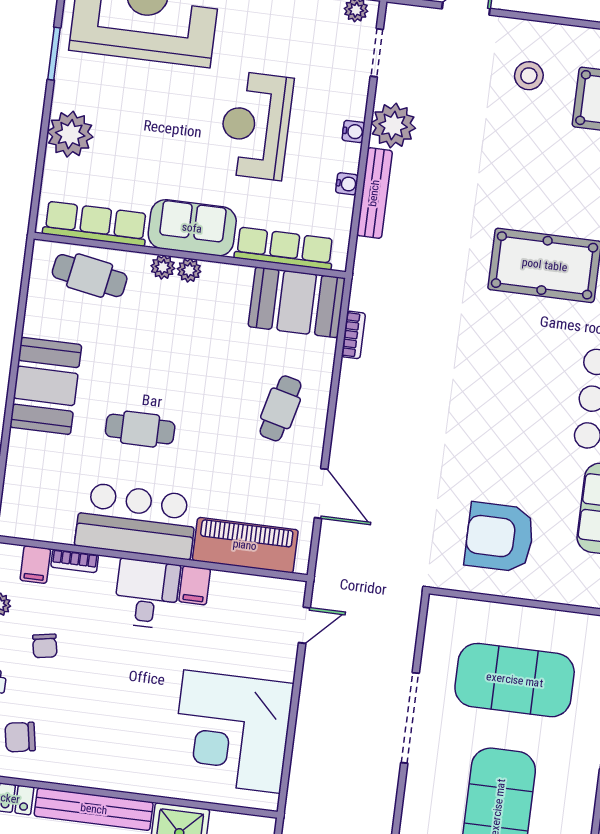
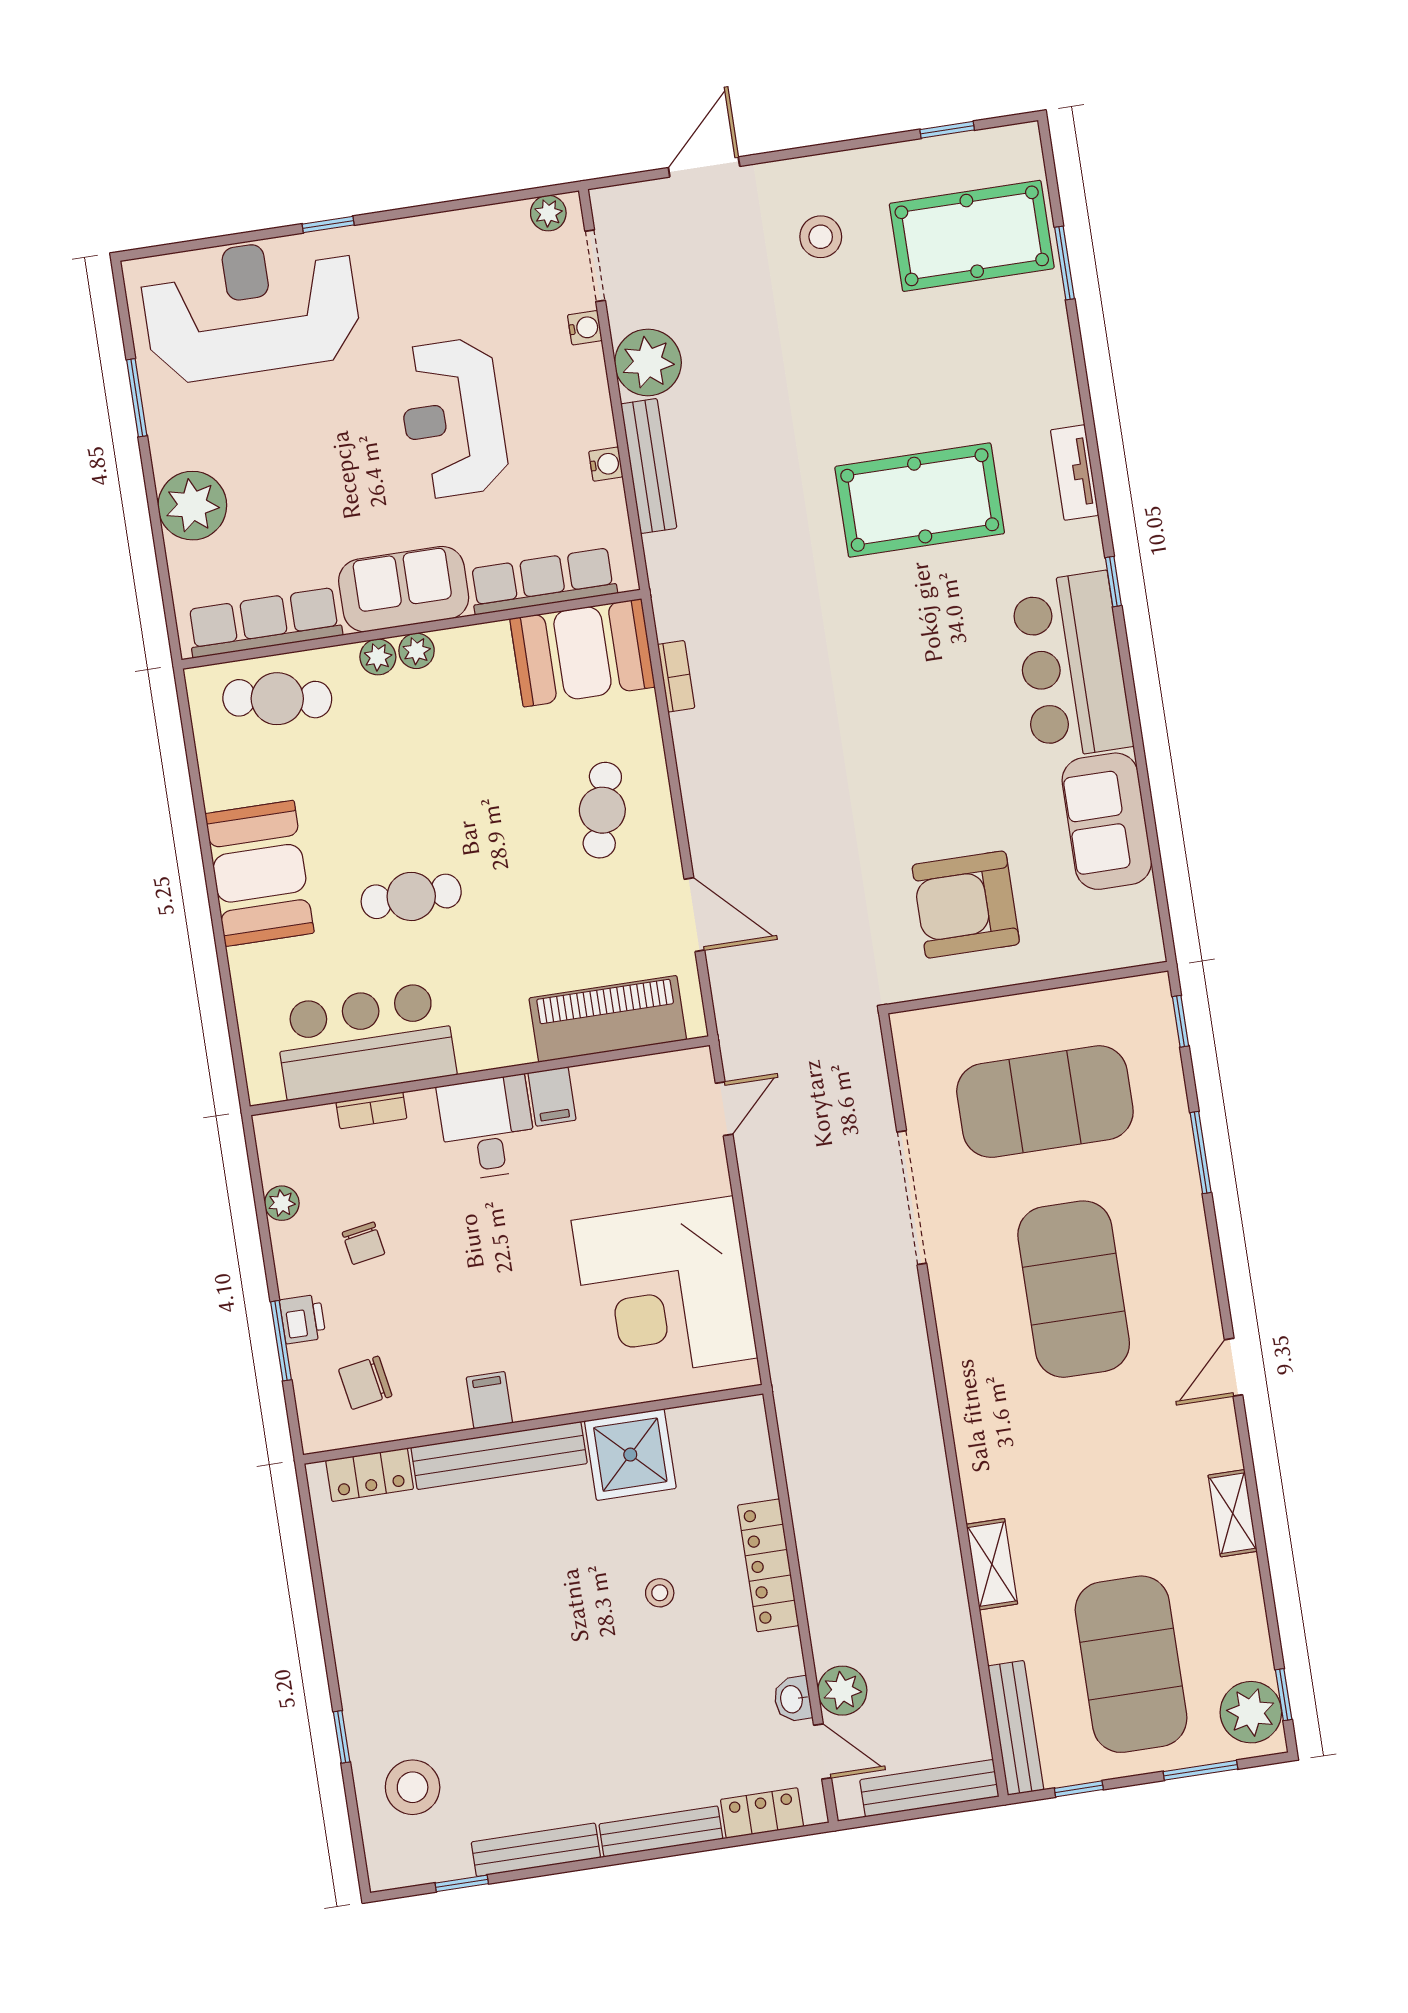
water cooler: (353, 131) -> (585, 328), moved
bar counter: (136, 521) -> (365, 1040), moved
filing cabinet: (35, 565) -> (489, 1400), moved, turned 180

